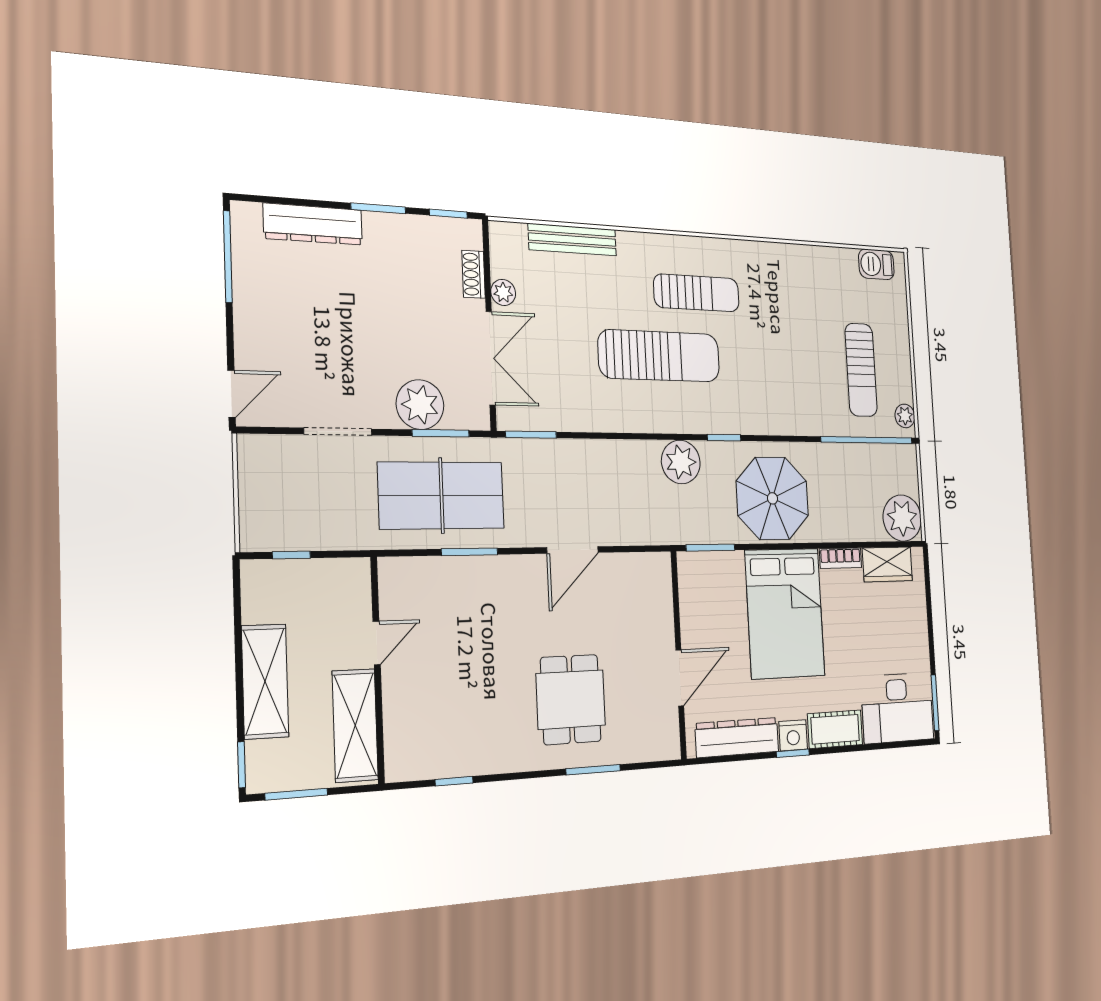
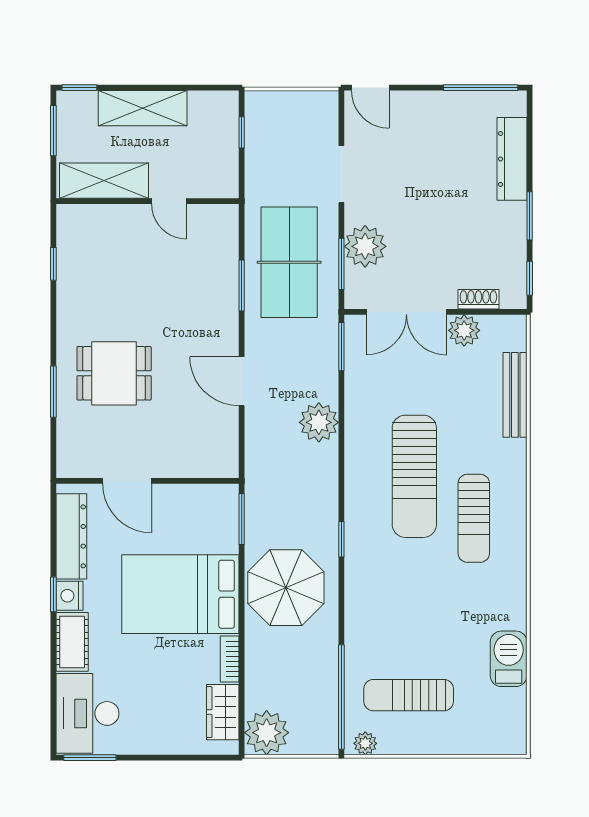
barbecue: (876, 264) -> (509, 659), moved, width x1.38, depth x1.27
plant: (503, 292) -> (464, 330), width x1.38, depth x1.38
plant: (681, 462) -> (319, 422), moved

